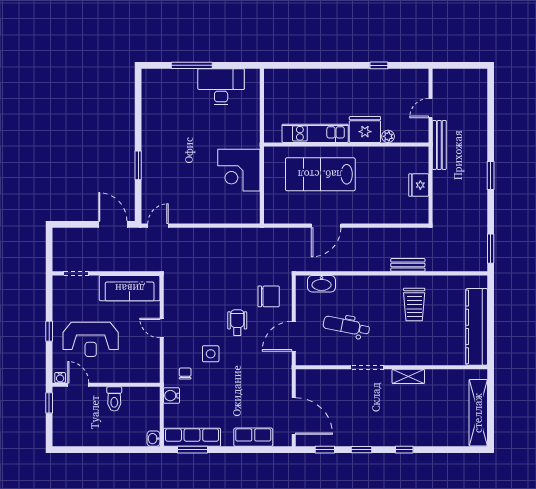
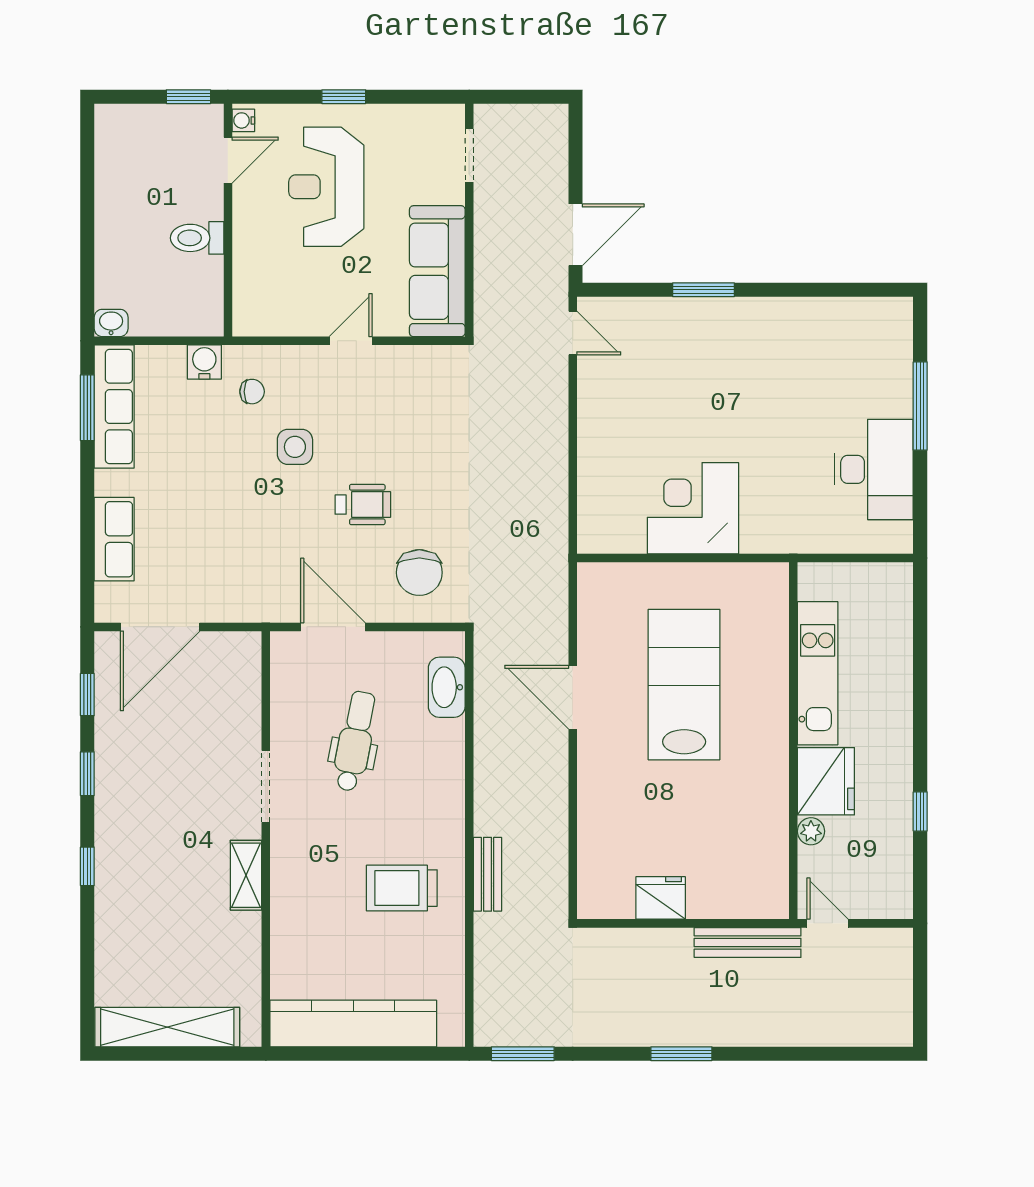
fridge: (365, 129) -> (826, 781), moved
kitchen unit: (315, 133) -> (818, 673), moved
plant: (388, 136) -> (811, 831), moved
wall: (346, 145) -> (793, 741), moved

